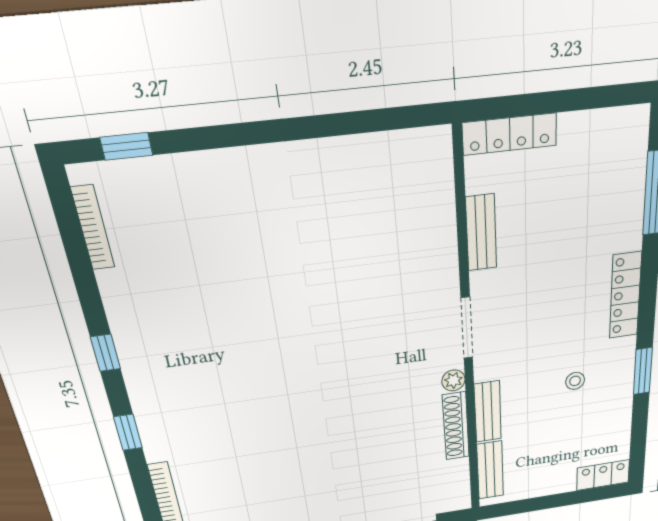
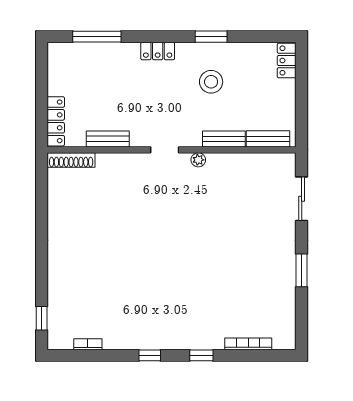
bookcase: (93, 228) -> (88, 344), width x0.64
locker: (625, 295) -> (158, 51), width x0.66
doorway: (467, 328) -> (165, 150), width x0.73
stool: (575, 381) -> (211, 82), width x1.89, depth x1.89
shoe rack: (456, 426) -> (71, 160), moved

